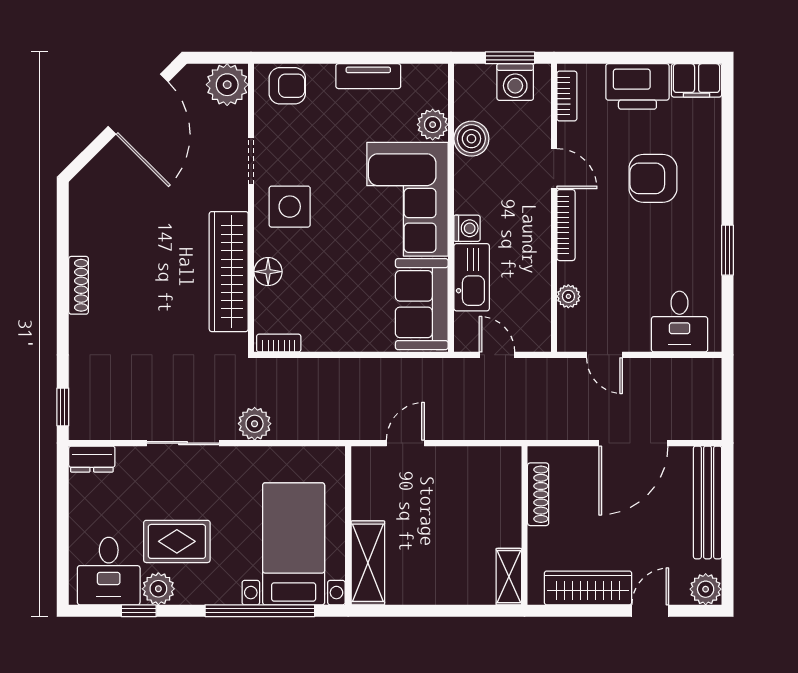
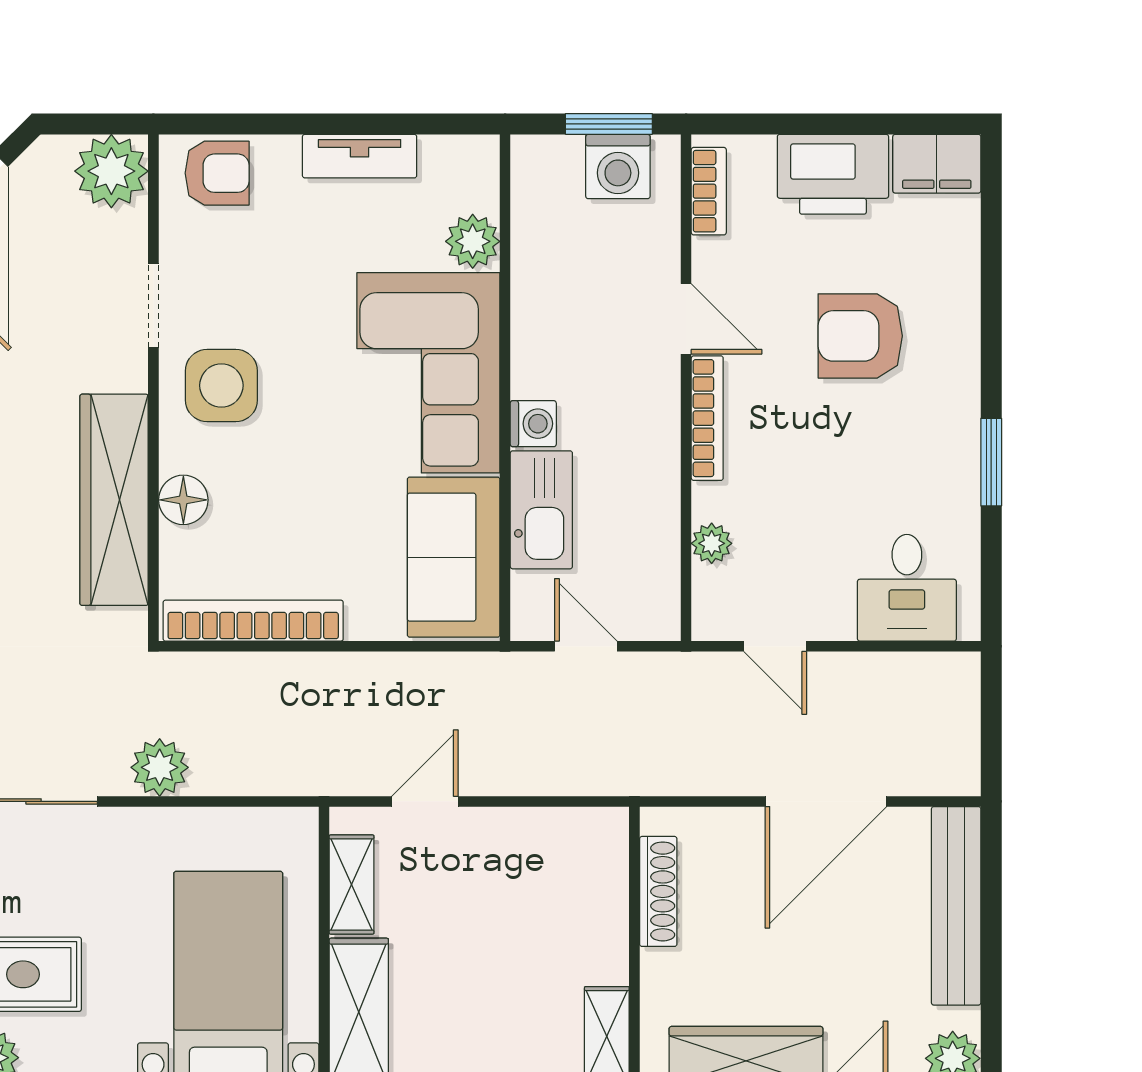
boiler: (471, 139) -> (541, 266), removed
bookcase: (279, 343) -> (253, 621), width x2.31, depth x1.31
shelving: (364, 490) -> (352, 885), added

